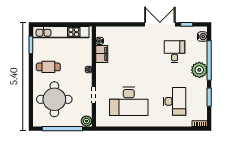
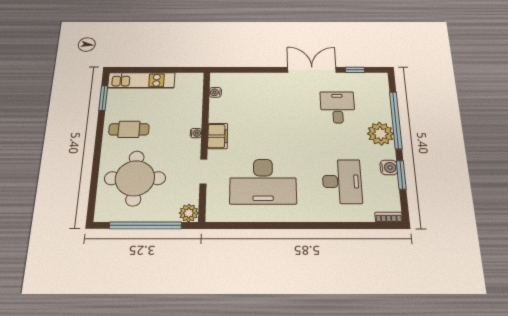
kitchen unit: (61, 32) -> (141, 80), width x0.73
water cooler: (202, 37) -> (389, 167), moved
filing cabinet: (102, 54) -> (218, 136), moved

